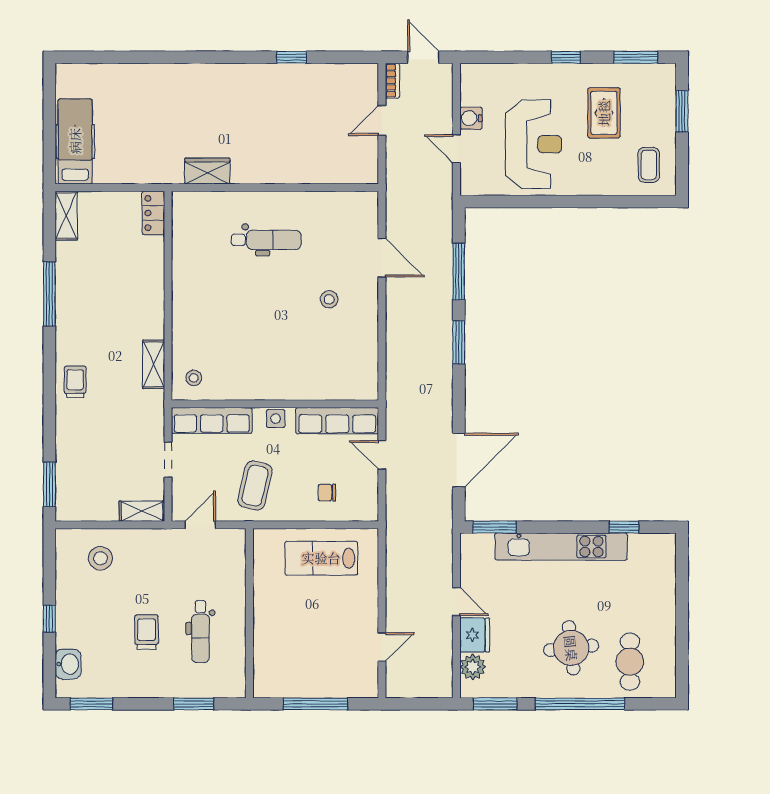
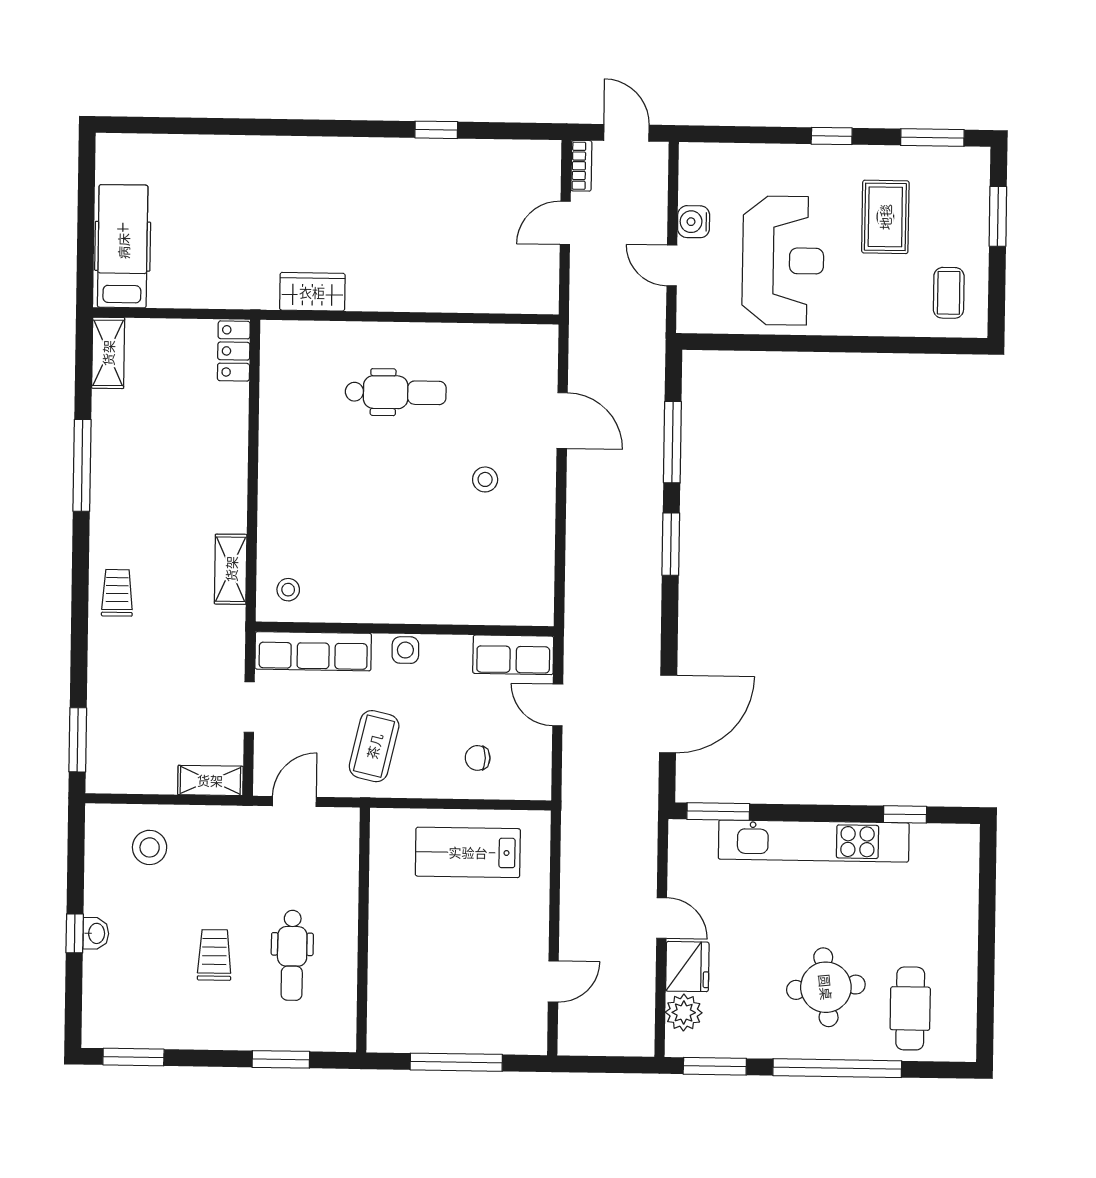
row of seats: (337, 421) -> (513, 655), width x0.68
washbasin: (68, 664) -> (96, 933), moved, width x0.72, depth x0.69

